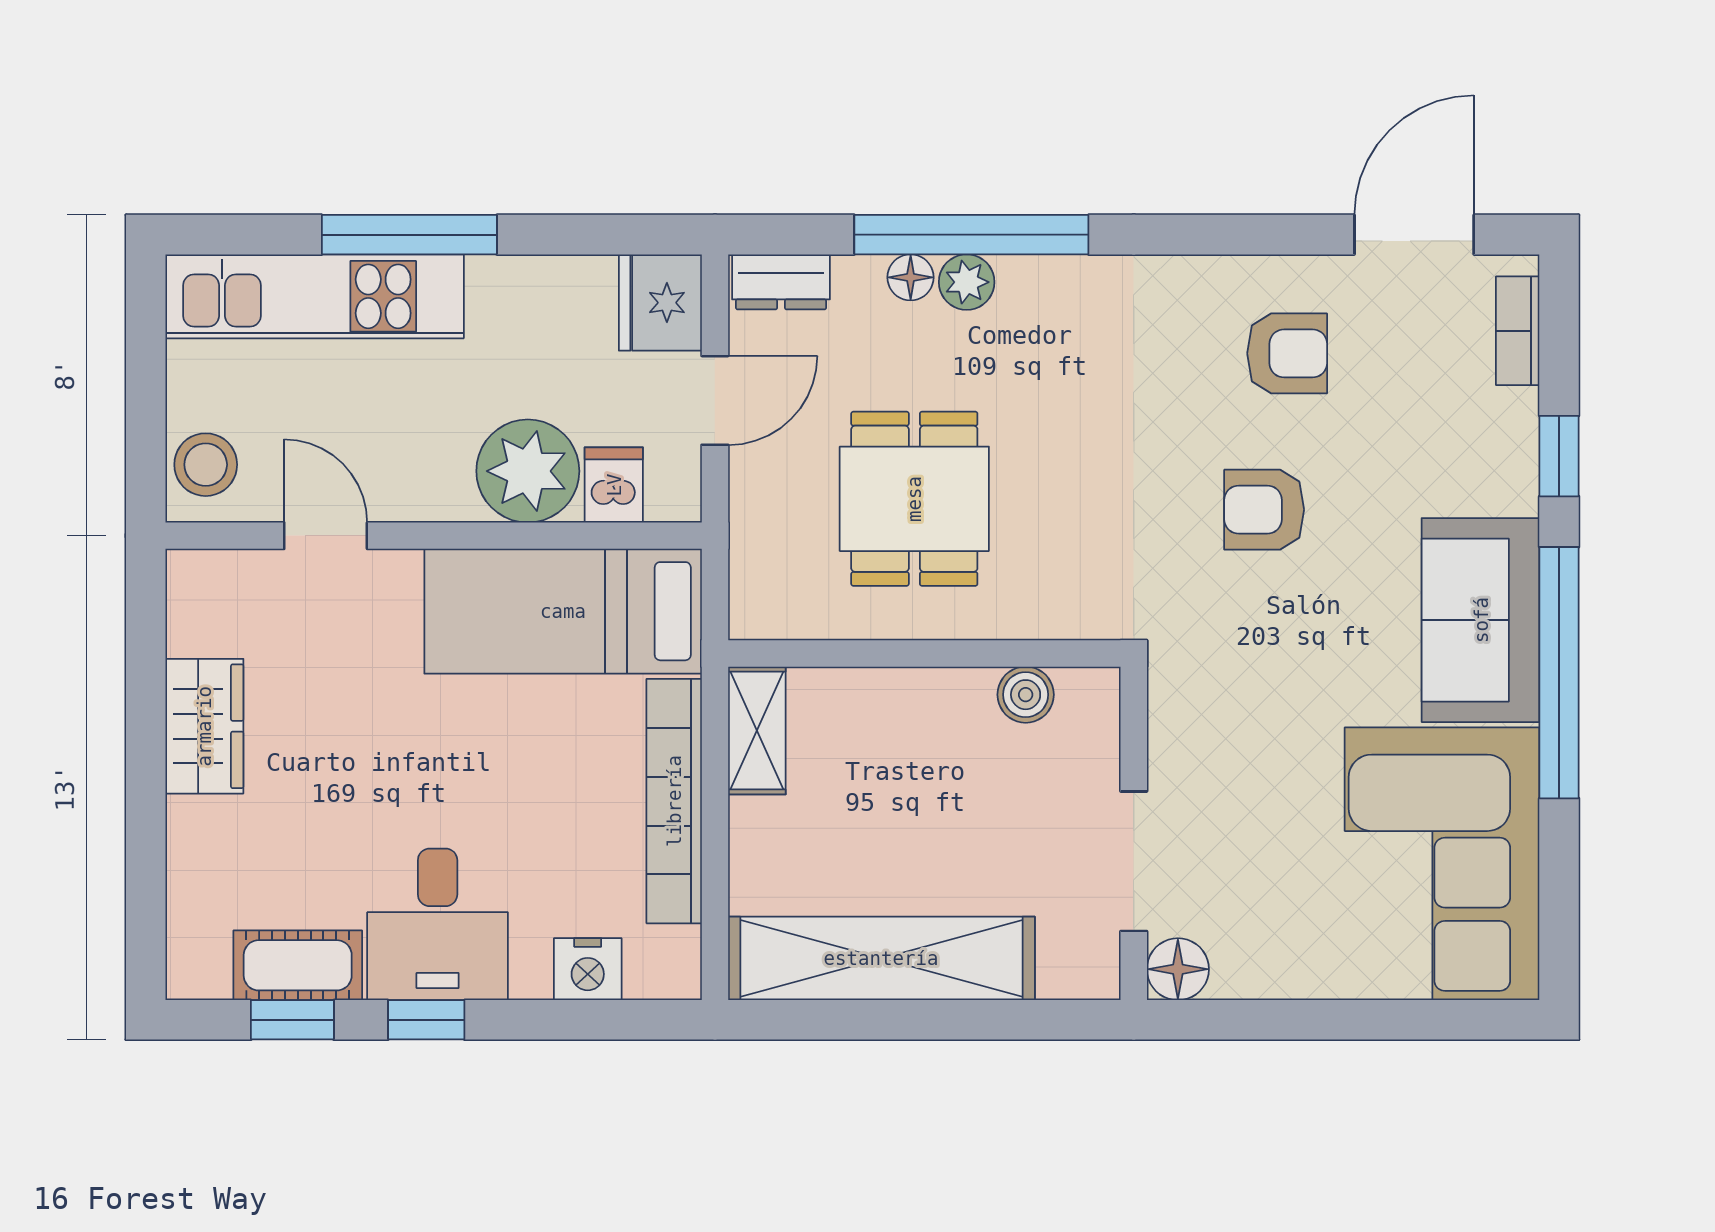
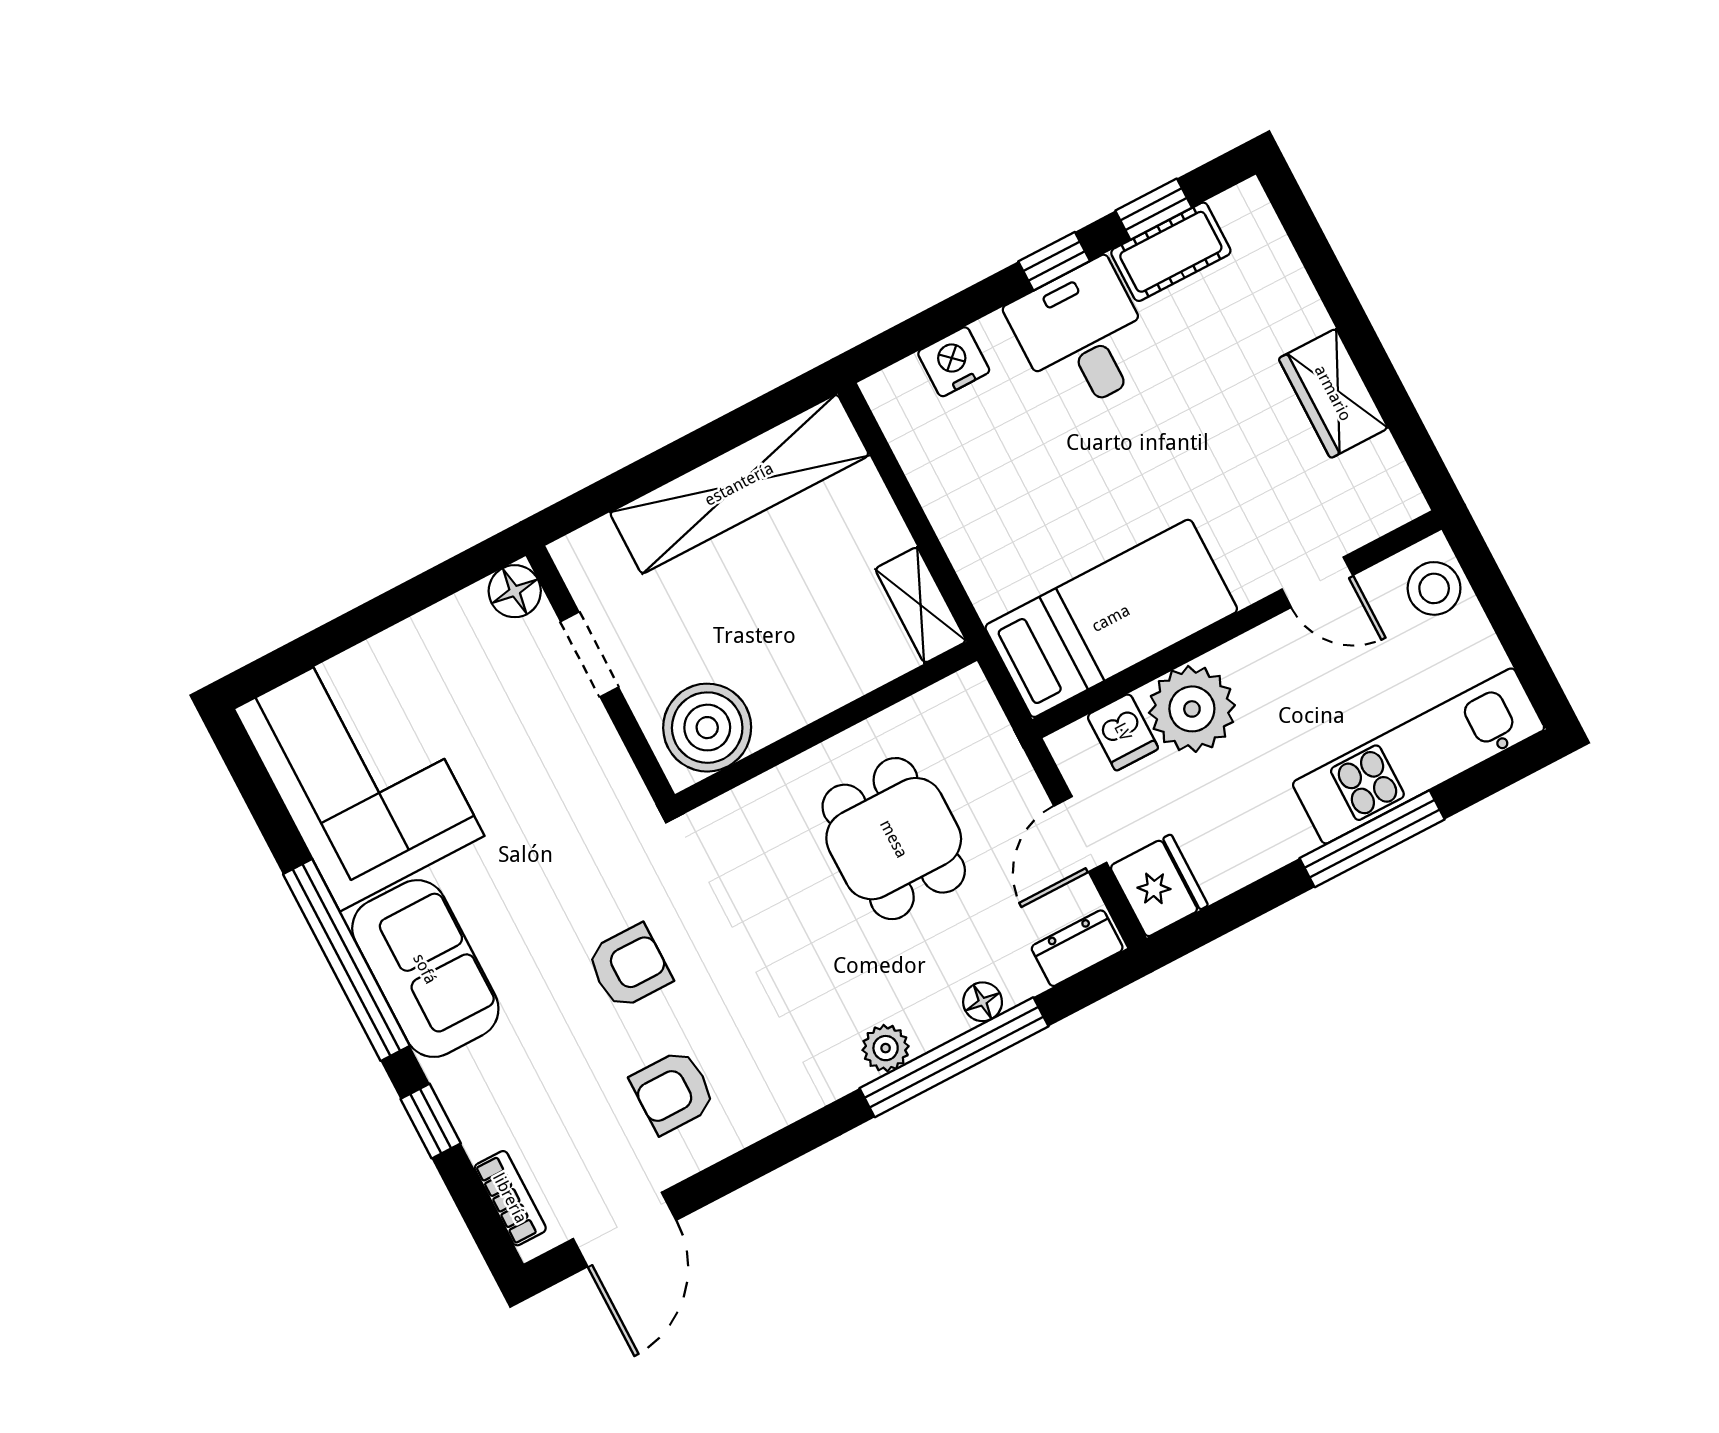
plant: (967, 282) -> (886, 1048), moved
boiler: (1026, 695) -> (707, 728), width x1.86, depth x1.86
bookcase: (674, 801) -> (955, 520), removed
doorway: (1134, 861) -> (589, 654), width x0.73

